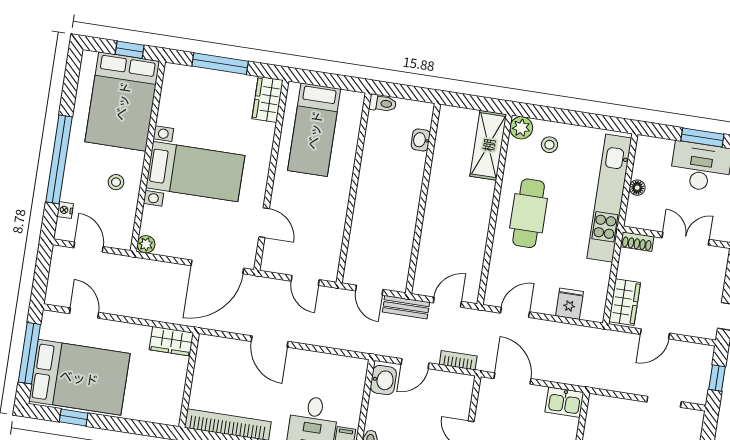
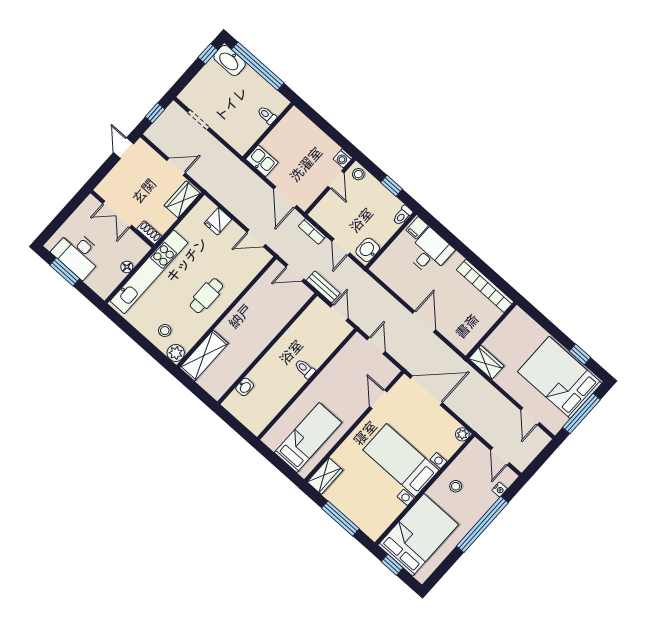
toilet: (383, 103) -> (305, 369), moved
cafe table: (529, 213) -> (206, 296), width x0.73, depth x0.74
door: (415, 364) -> (341, 247), swing flipped

